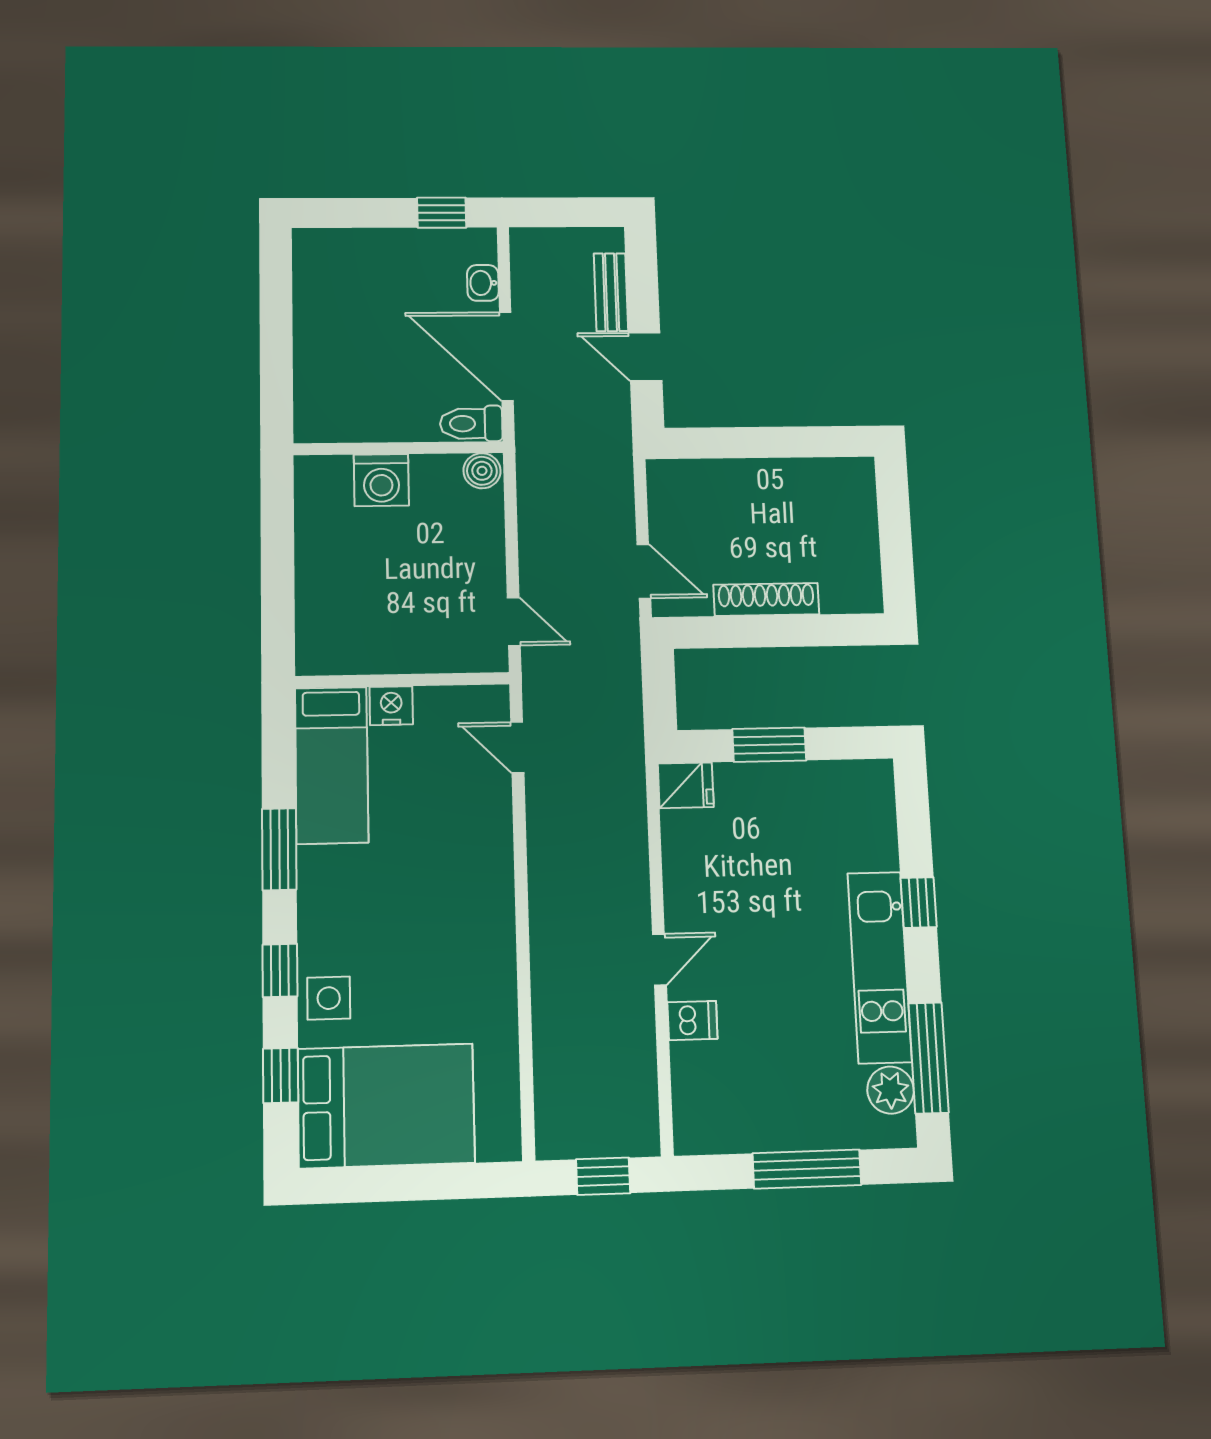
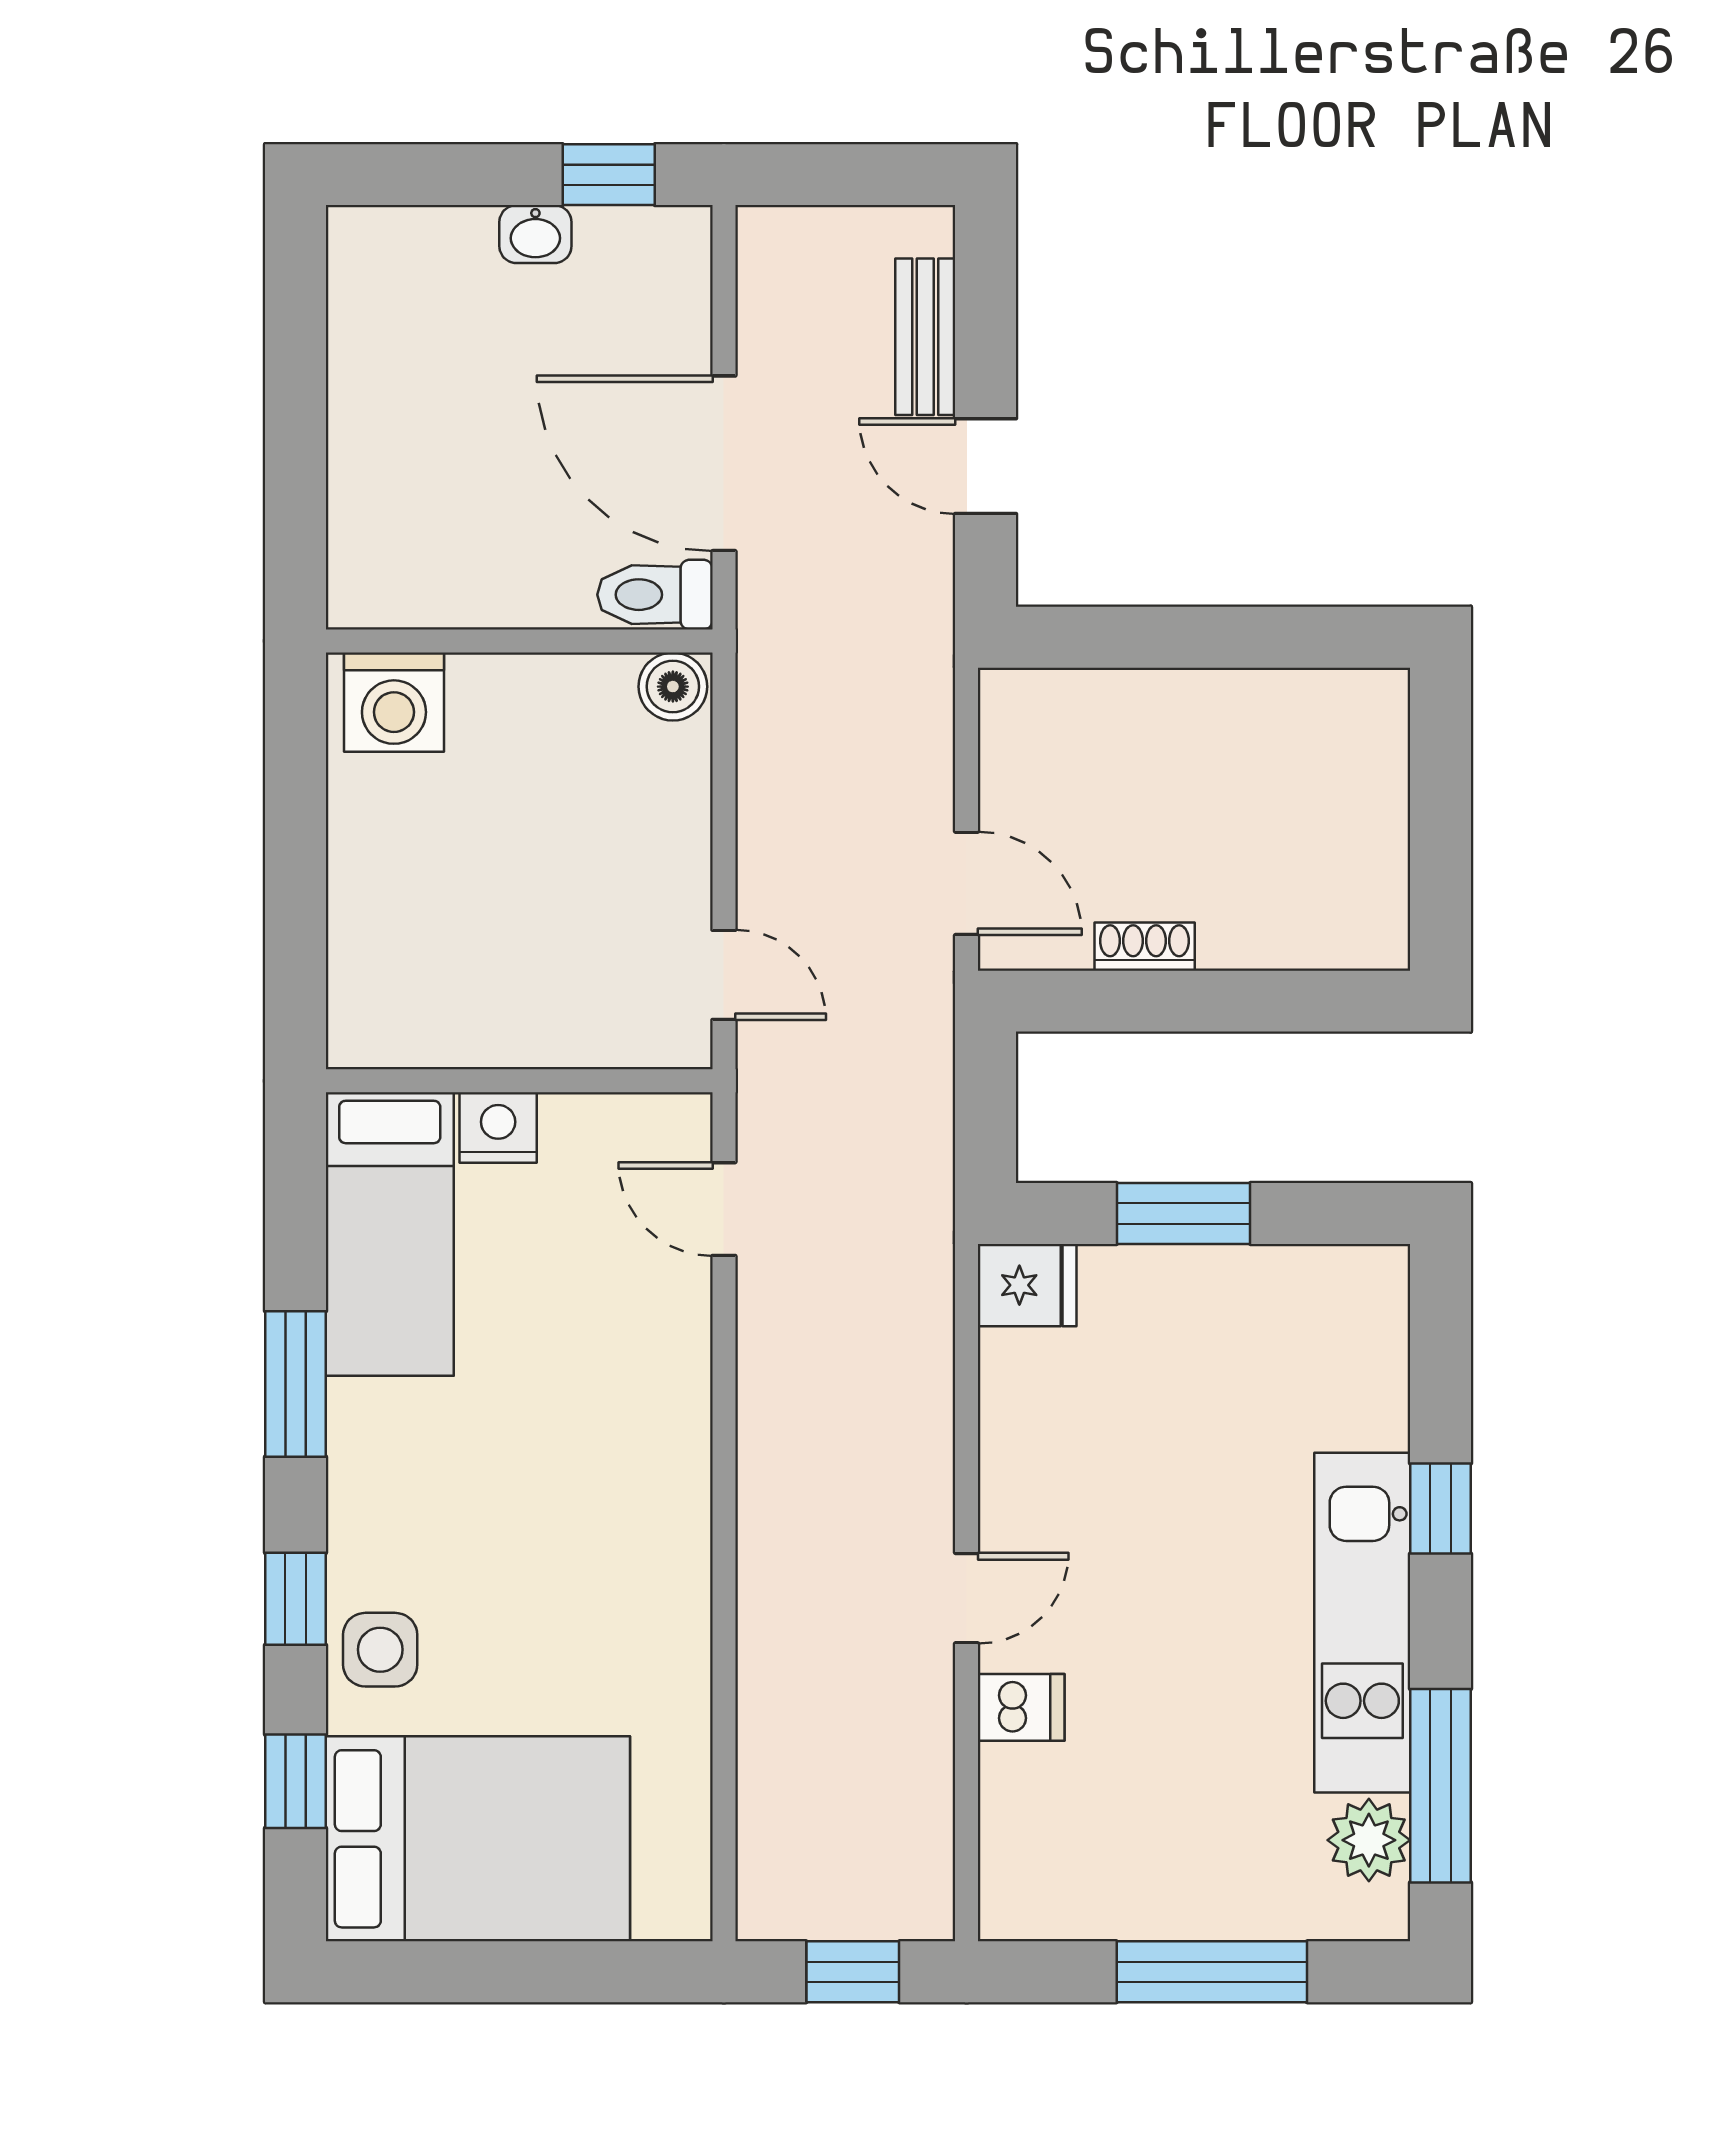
washbasin: (483, 283) -> (535, 234), moved, turned -90
washing machine: (381, 480) -> (394, 702), moved
shoe rack: (766, 599) -> (1145, 947), width x0.51, depth x0.81

